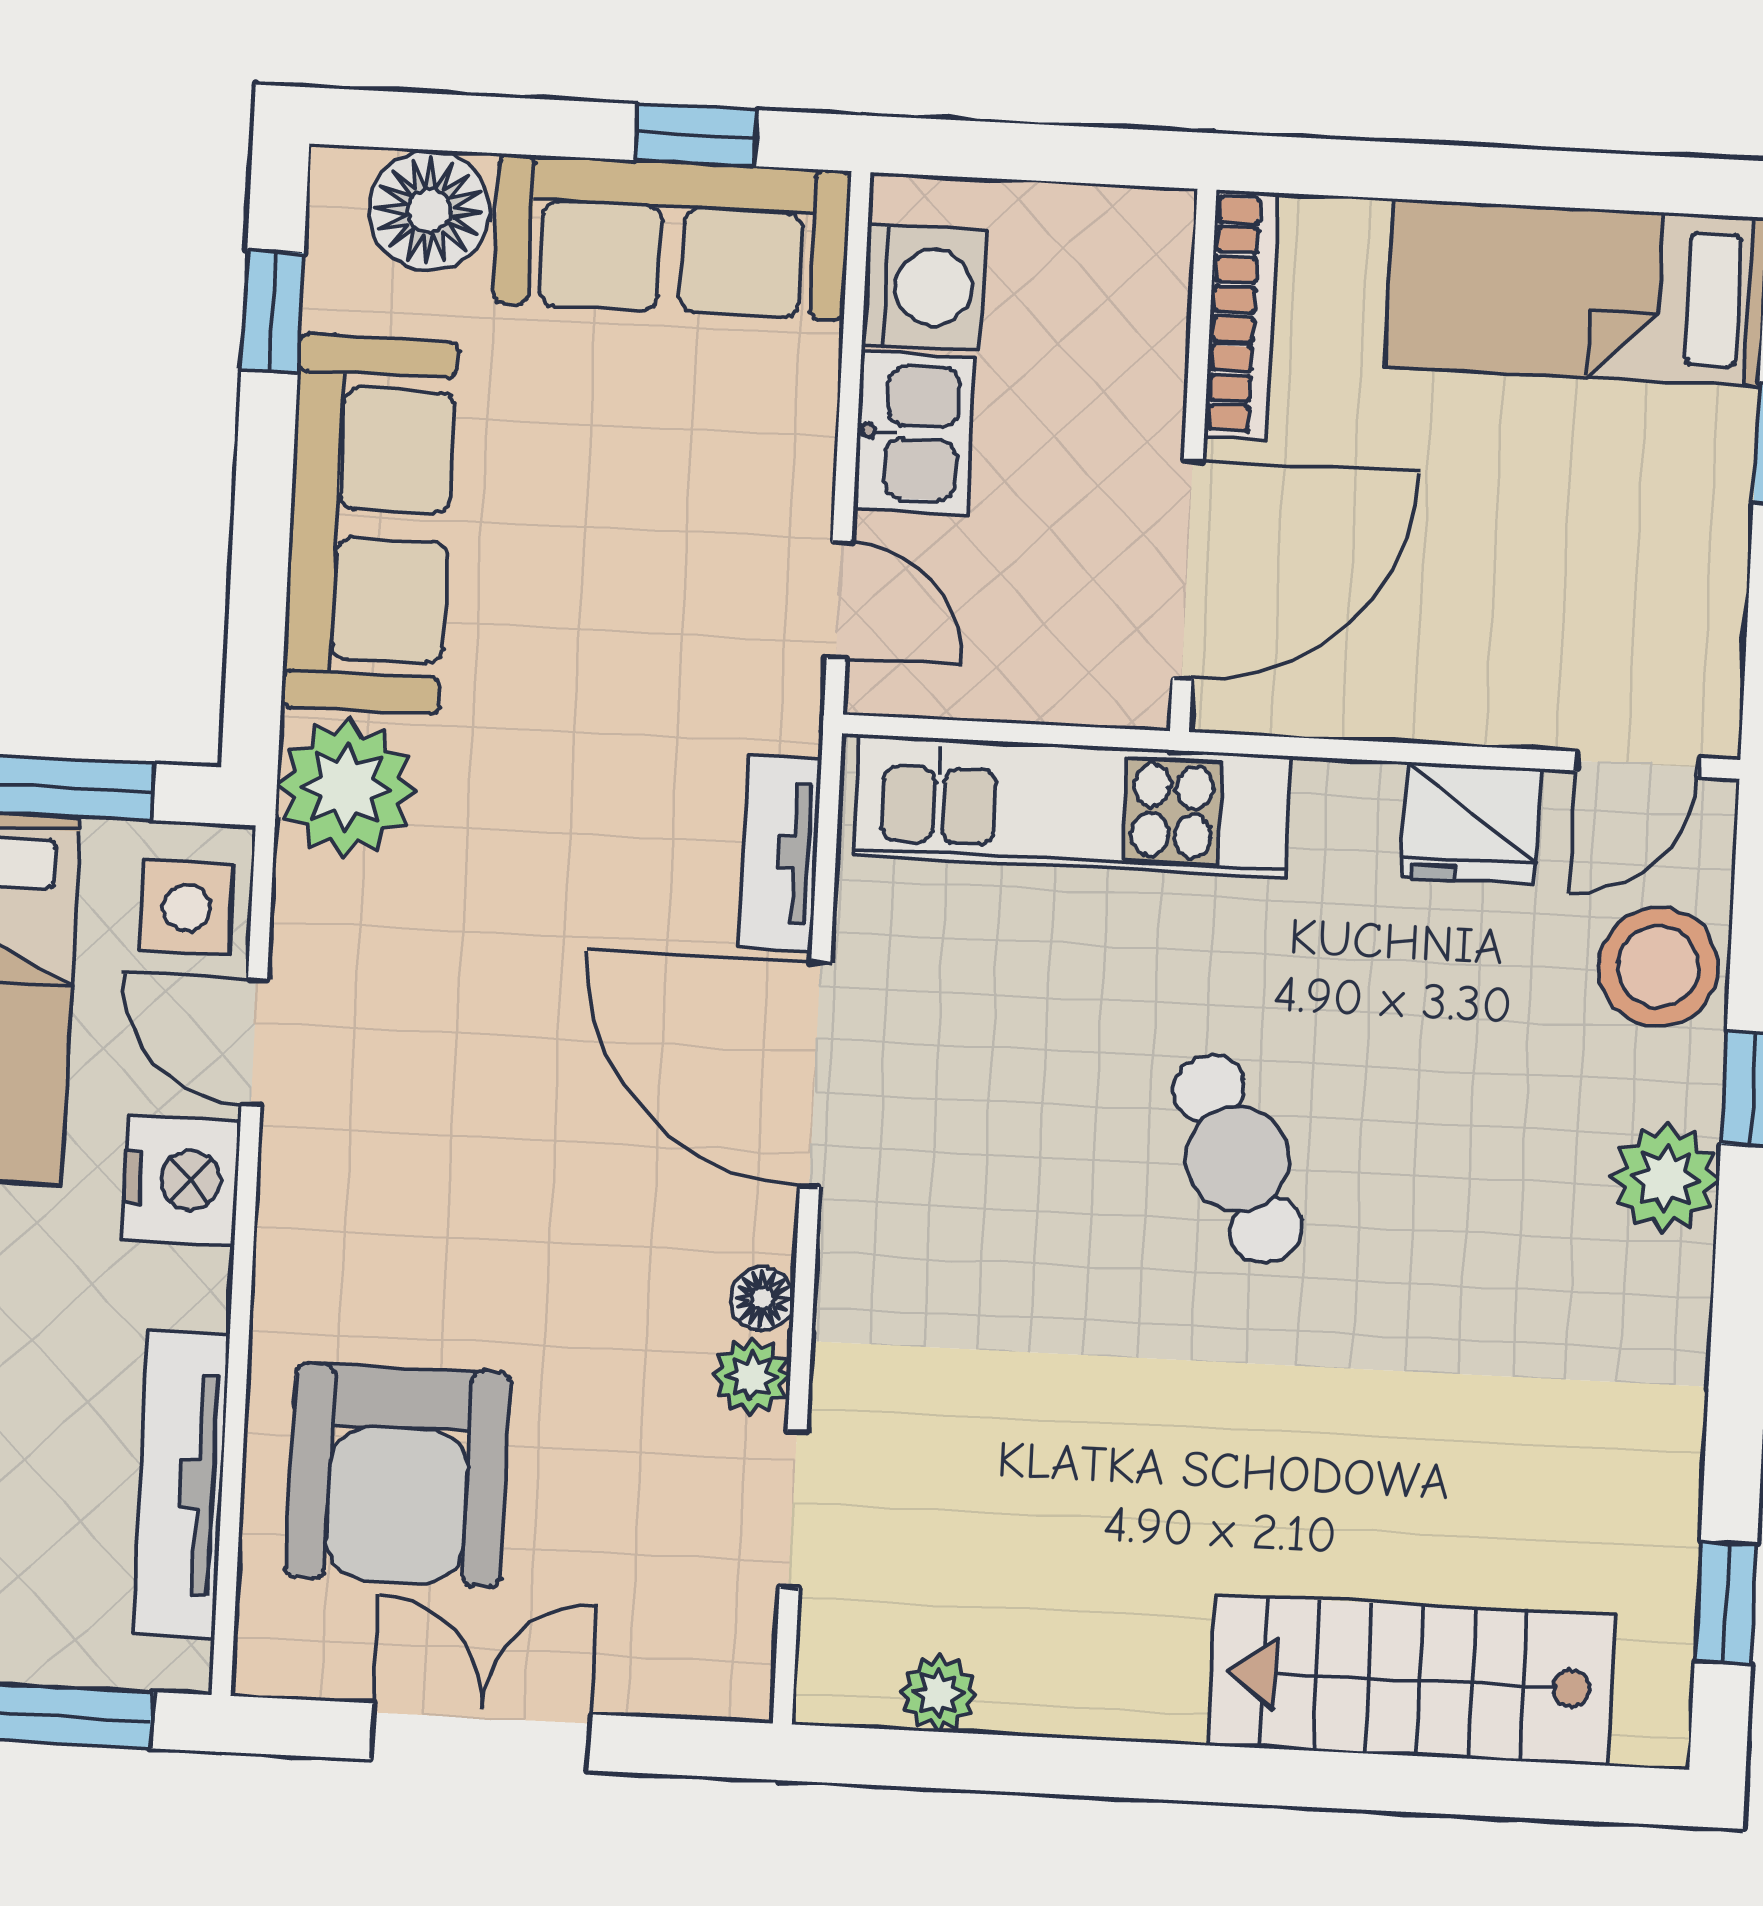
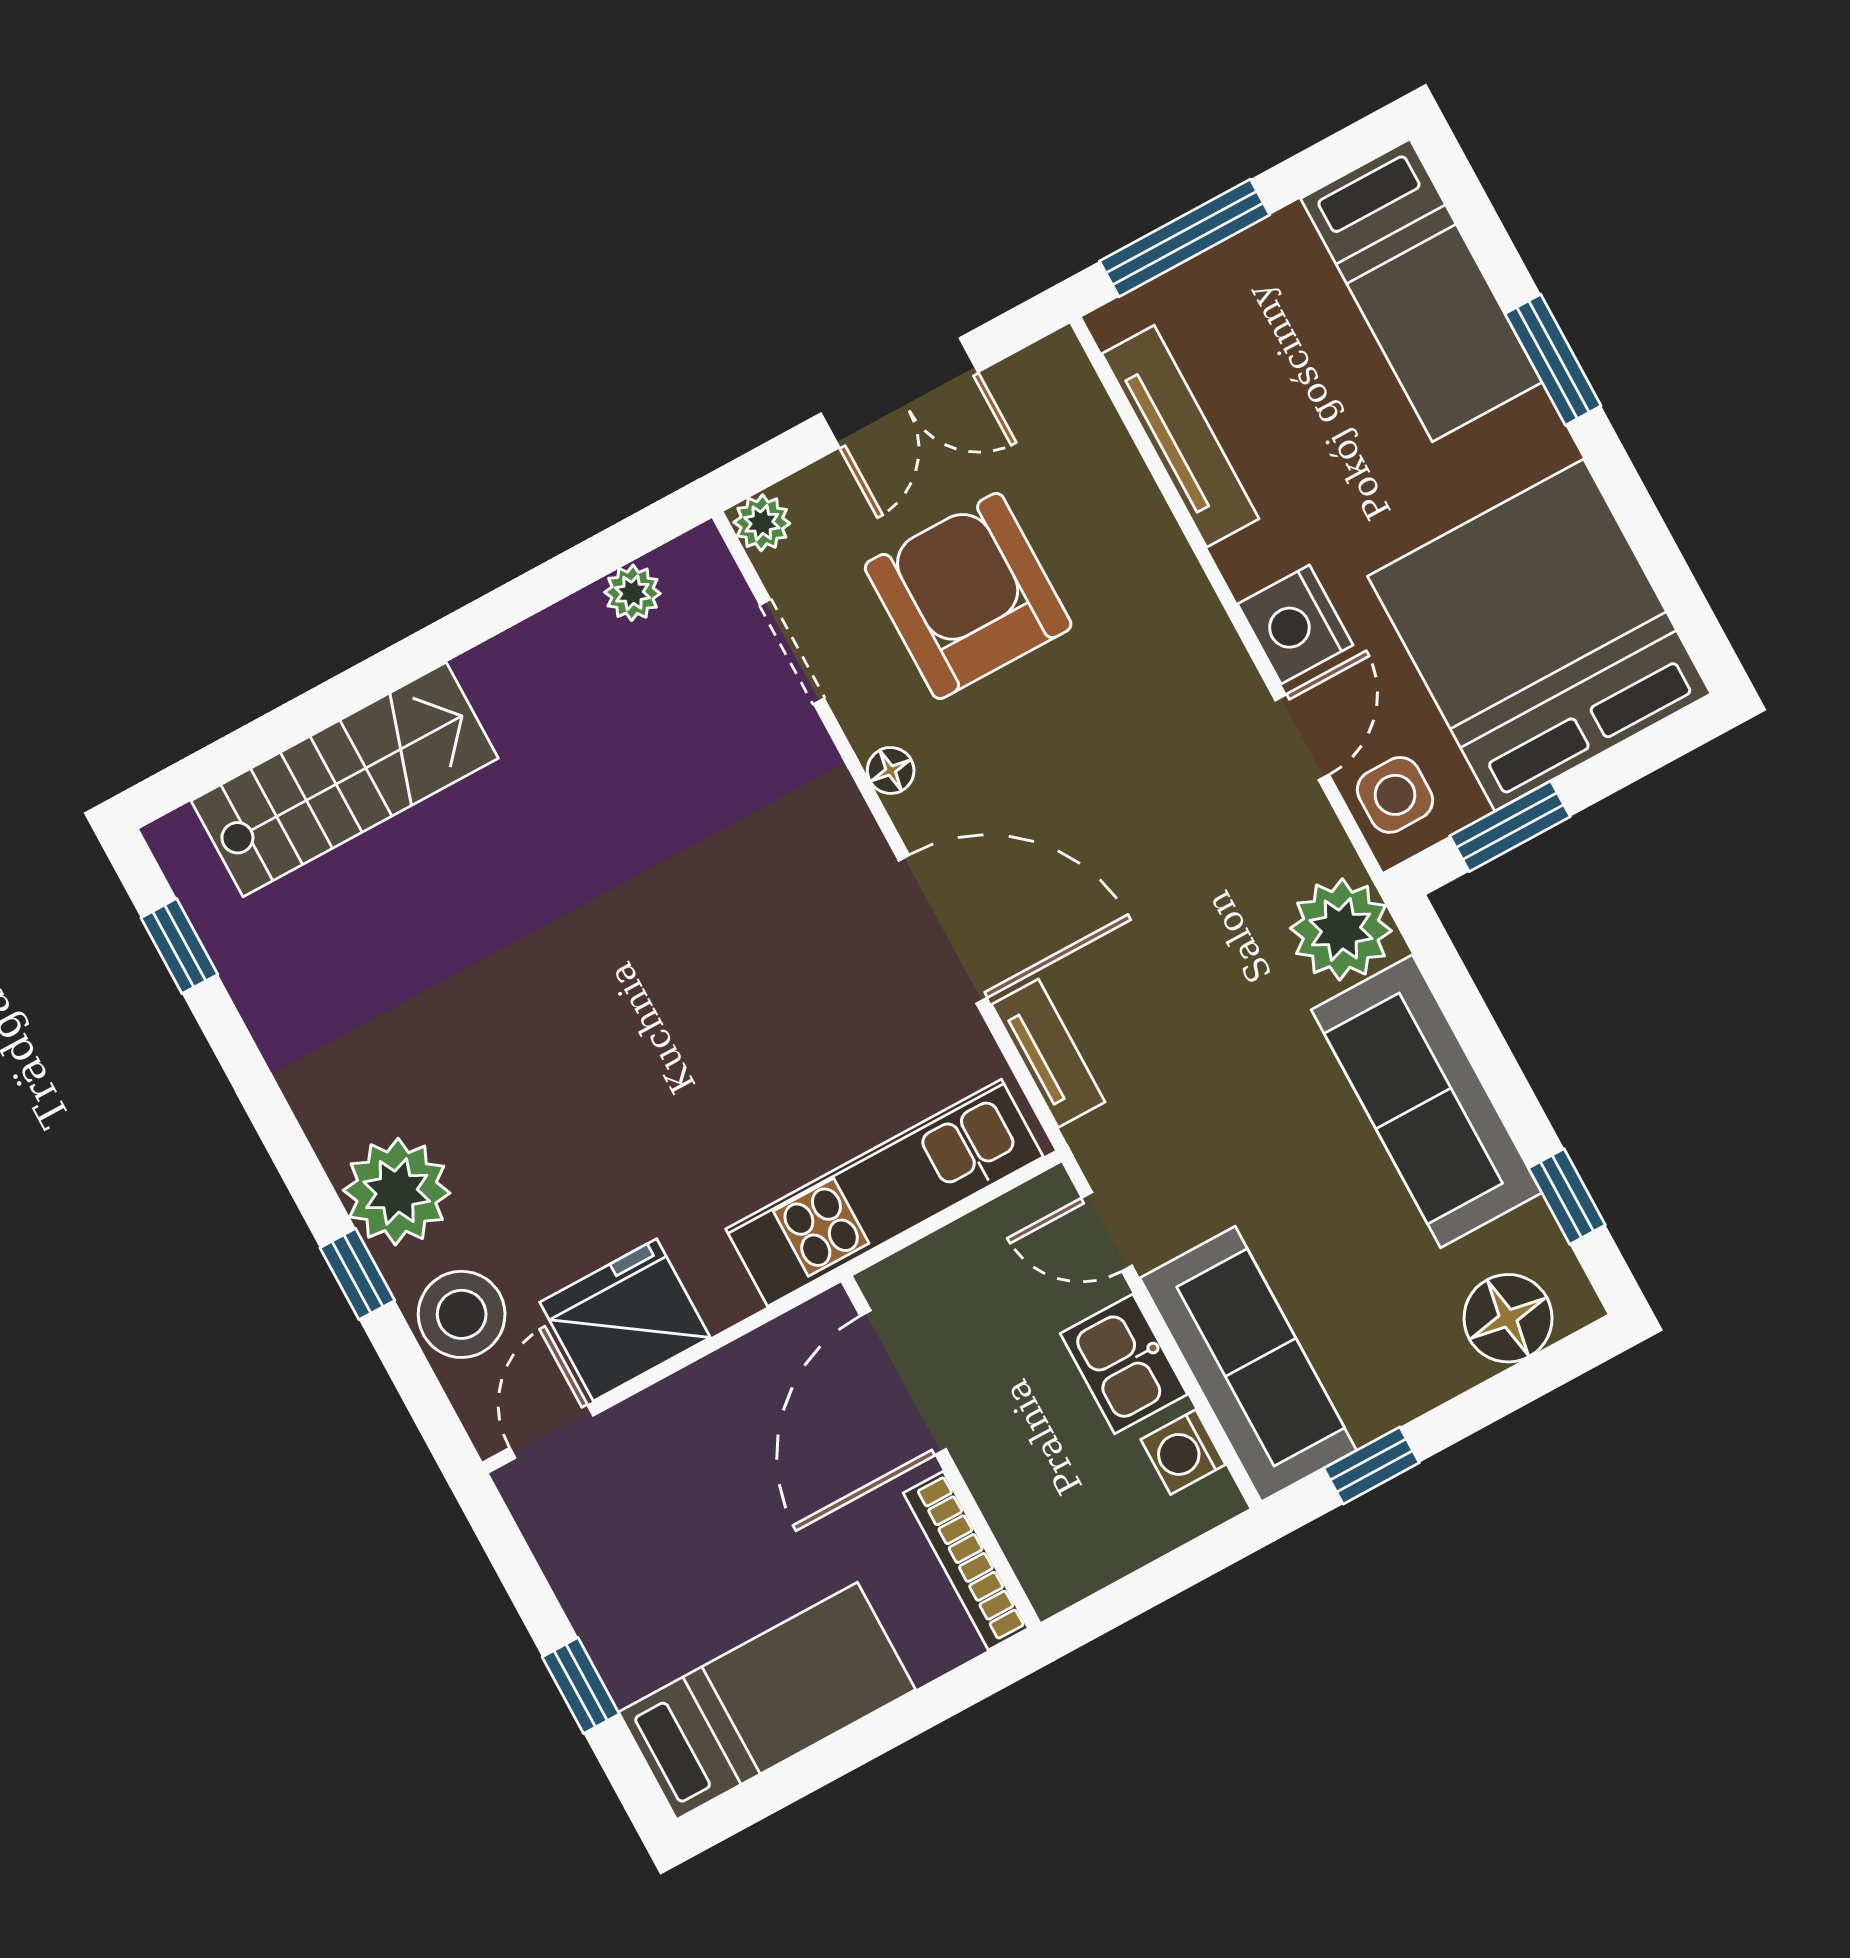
sofa: (672, 237) -> (1248, 1364), moved, turned 90
washing machine: (924, 287) -> (1183, 1452), width x0.73, depth x0.73
fridge: (1471, 823) -> (625, 1320), width x1.36, depth x1.34
door: (254, 1042) -> (1302, 737), hinge flipped
cafe table: (1237, 1159) -> (649, 1036), removed
plant: (1665, 1178) -> (397, 1192), width x1.36, depth x1.36
plant: (752, 1376) -> (762, 523), moved
armchair: (398, 1475) -> (968, 596), moved

